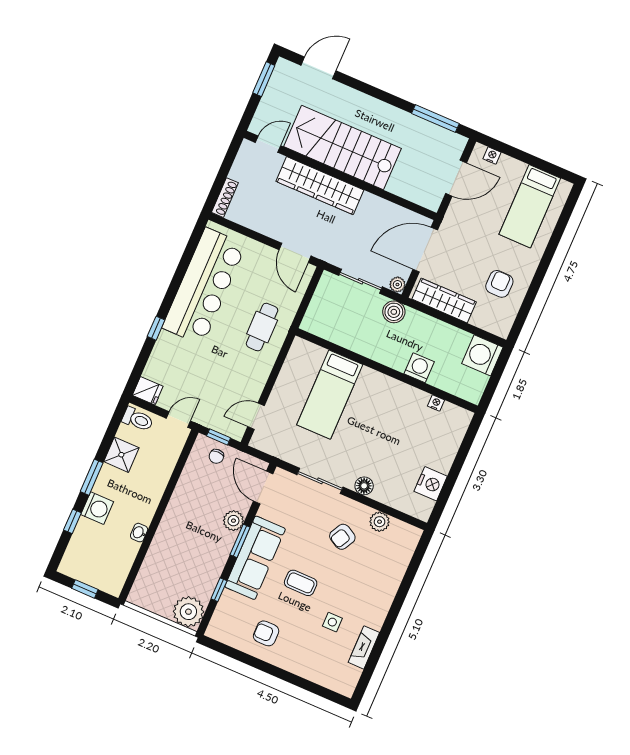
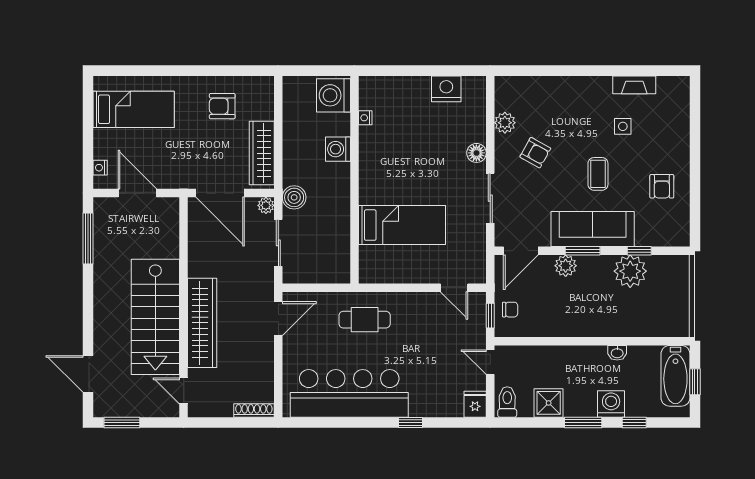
washing machine: (482, 355) -> (333, 95), moved, turned 90
bathtub: (97, 574) -> (675, 376), added
plant: (188, 612) -> (630, 271), moved

